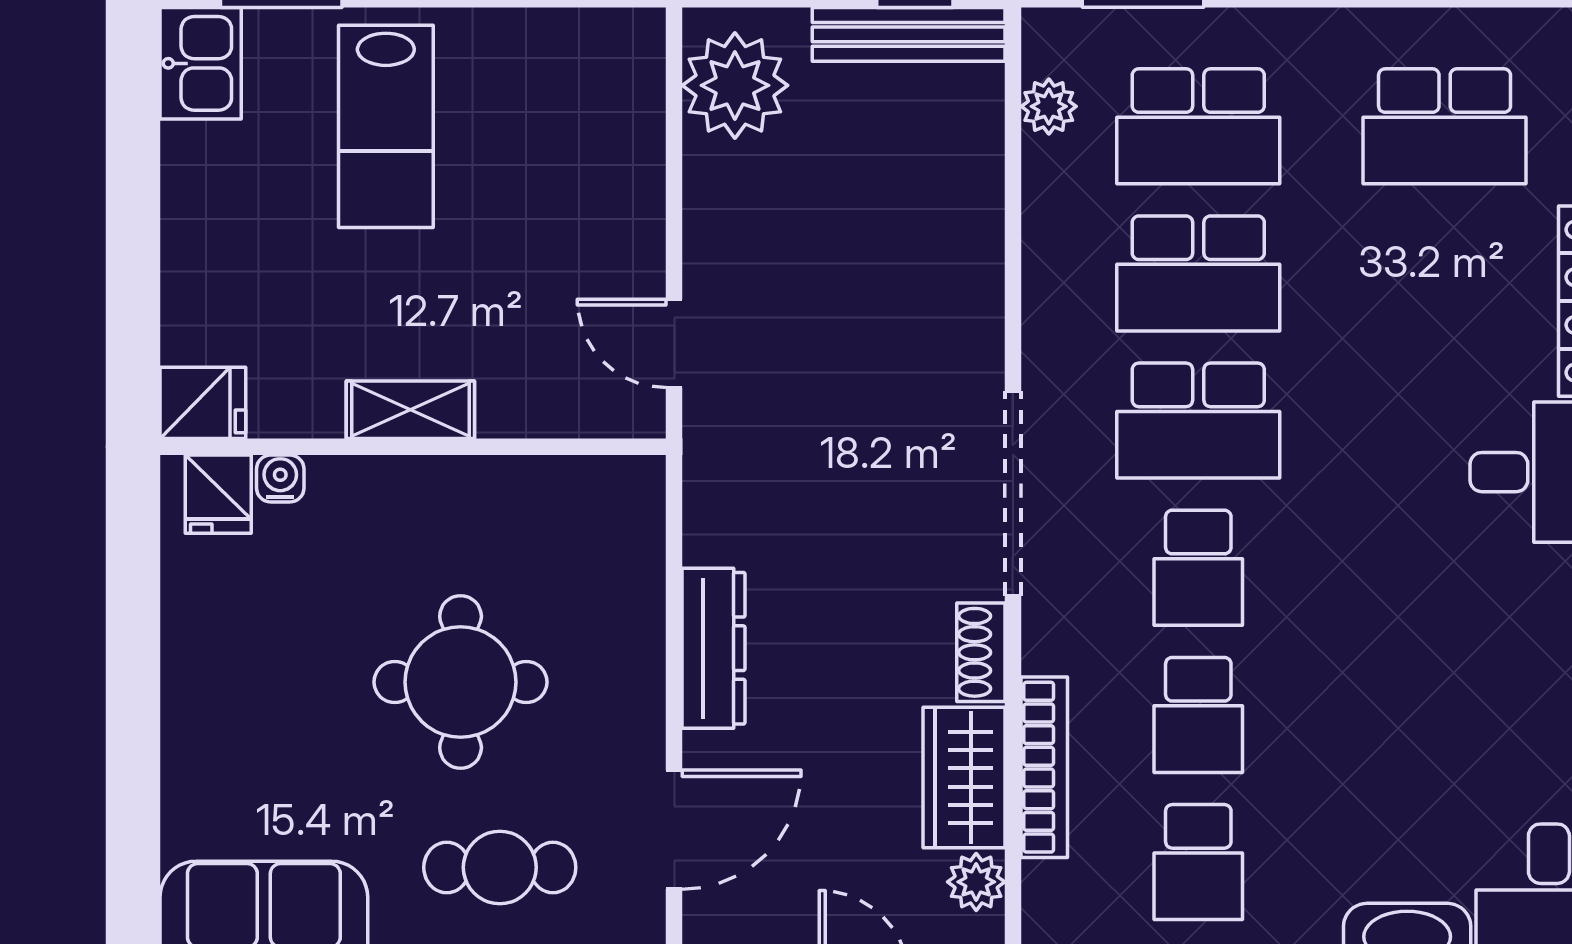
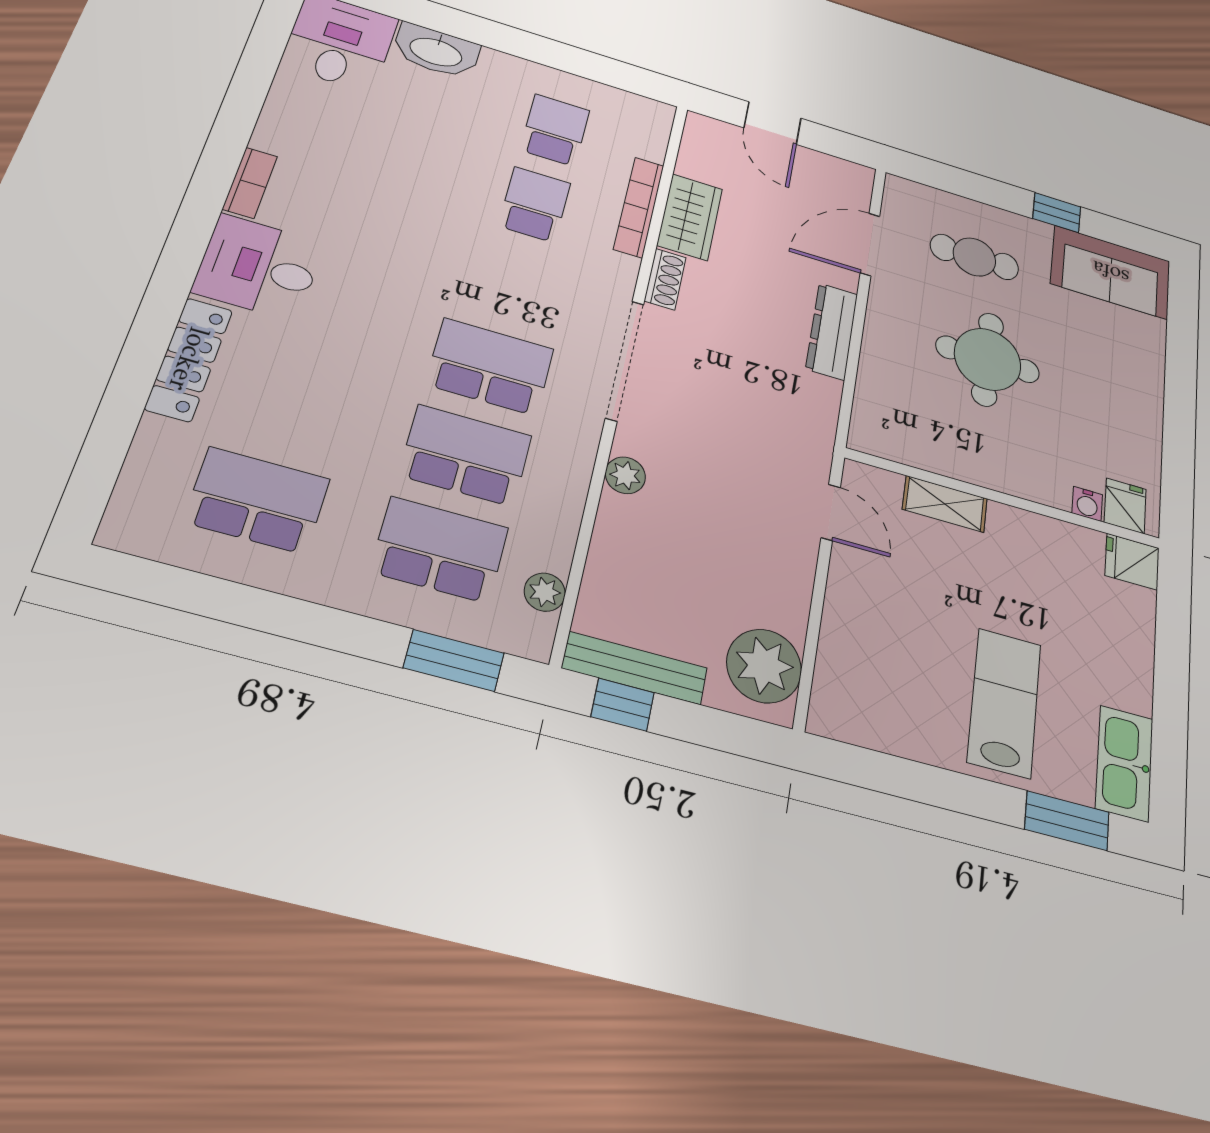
kitchen sink: (201, 63) -> (1124, 763), width x1.38
shelving: (410, 410) -> (945, 504), moved
school desk: (1198, 568) -> (513, 283), removed
plant: (976, 882) -> (625, 475), moved

